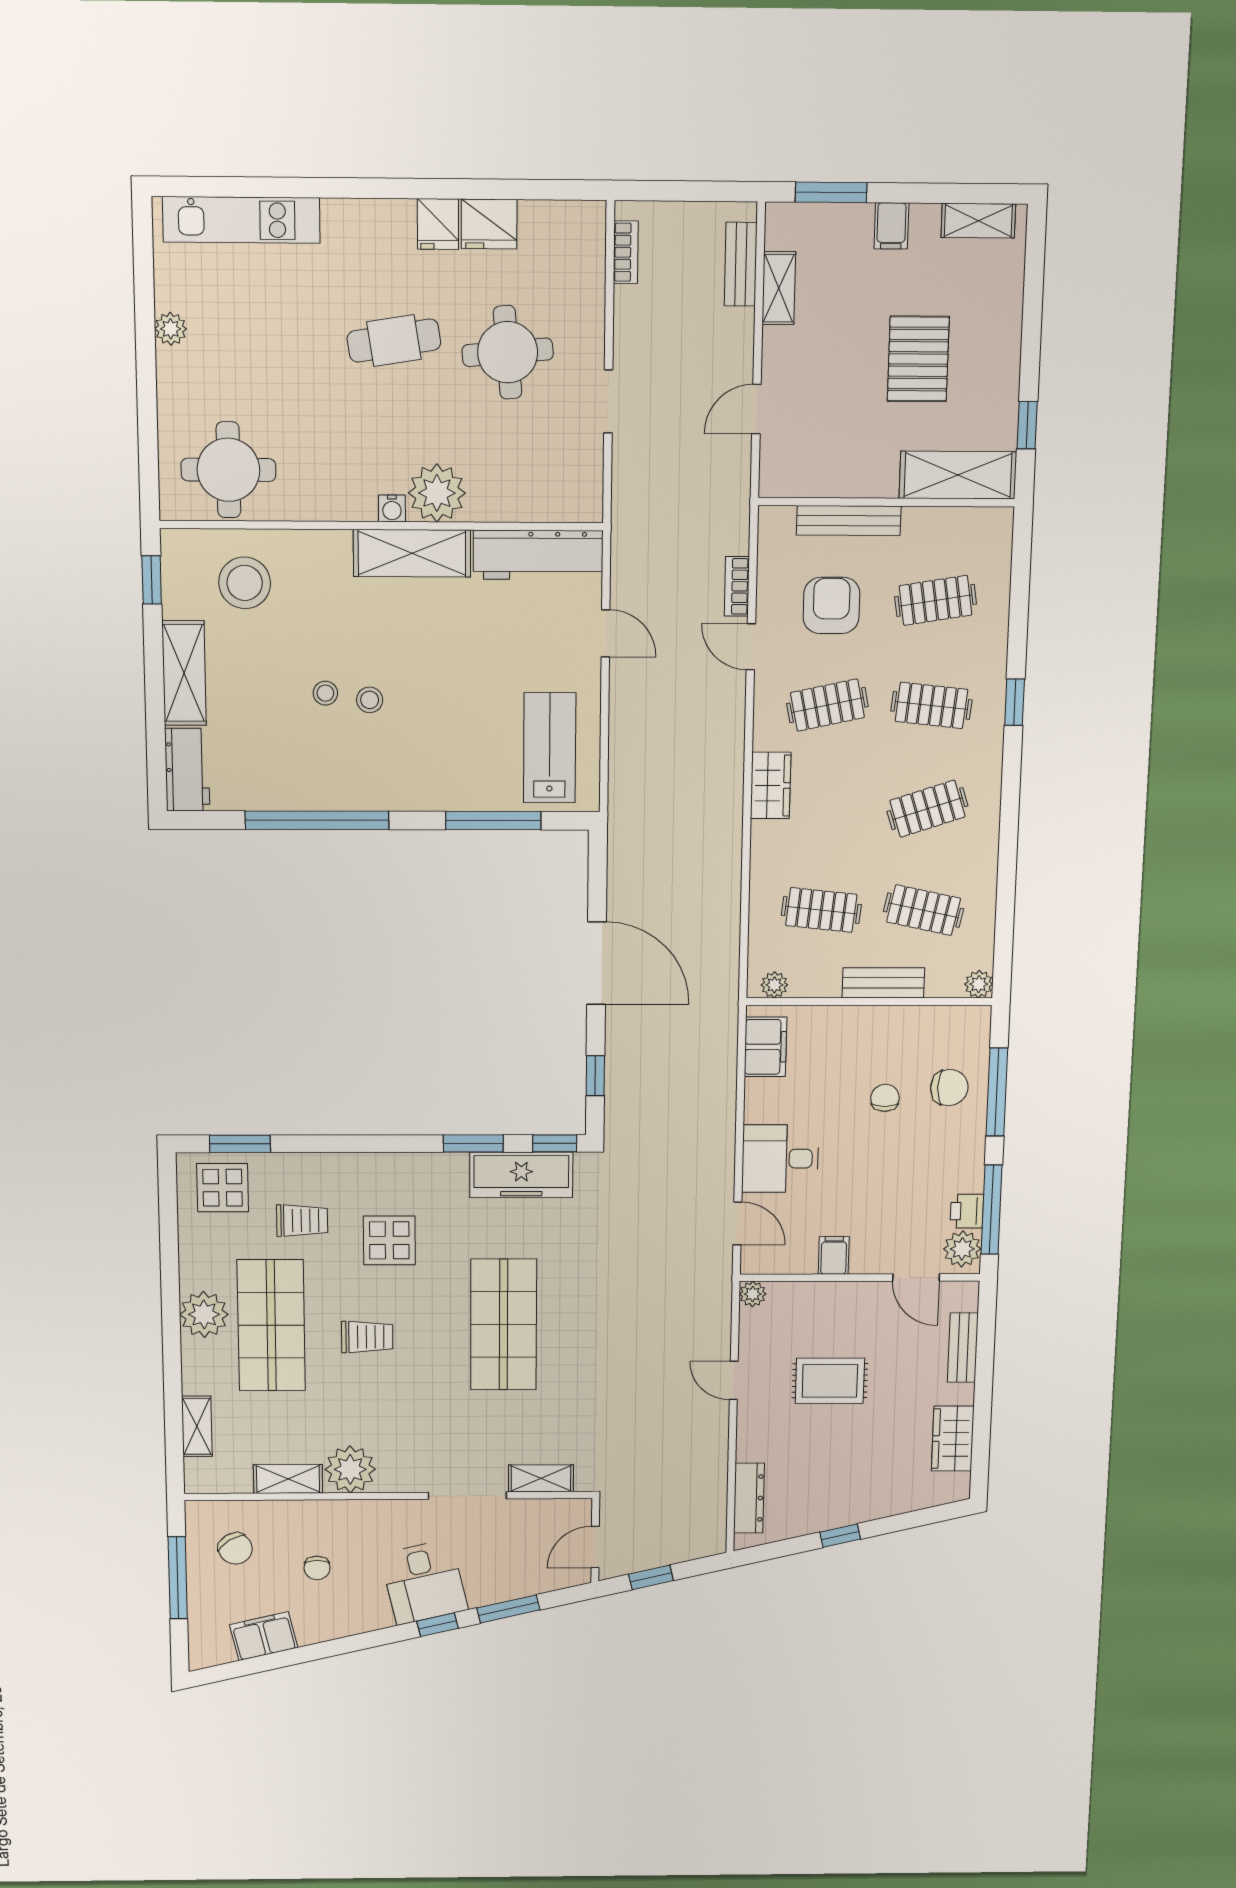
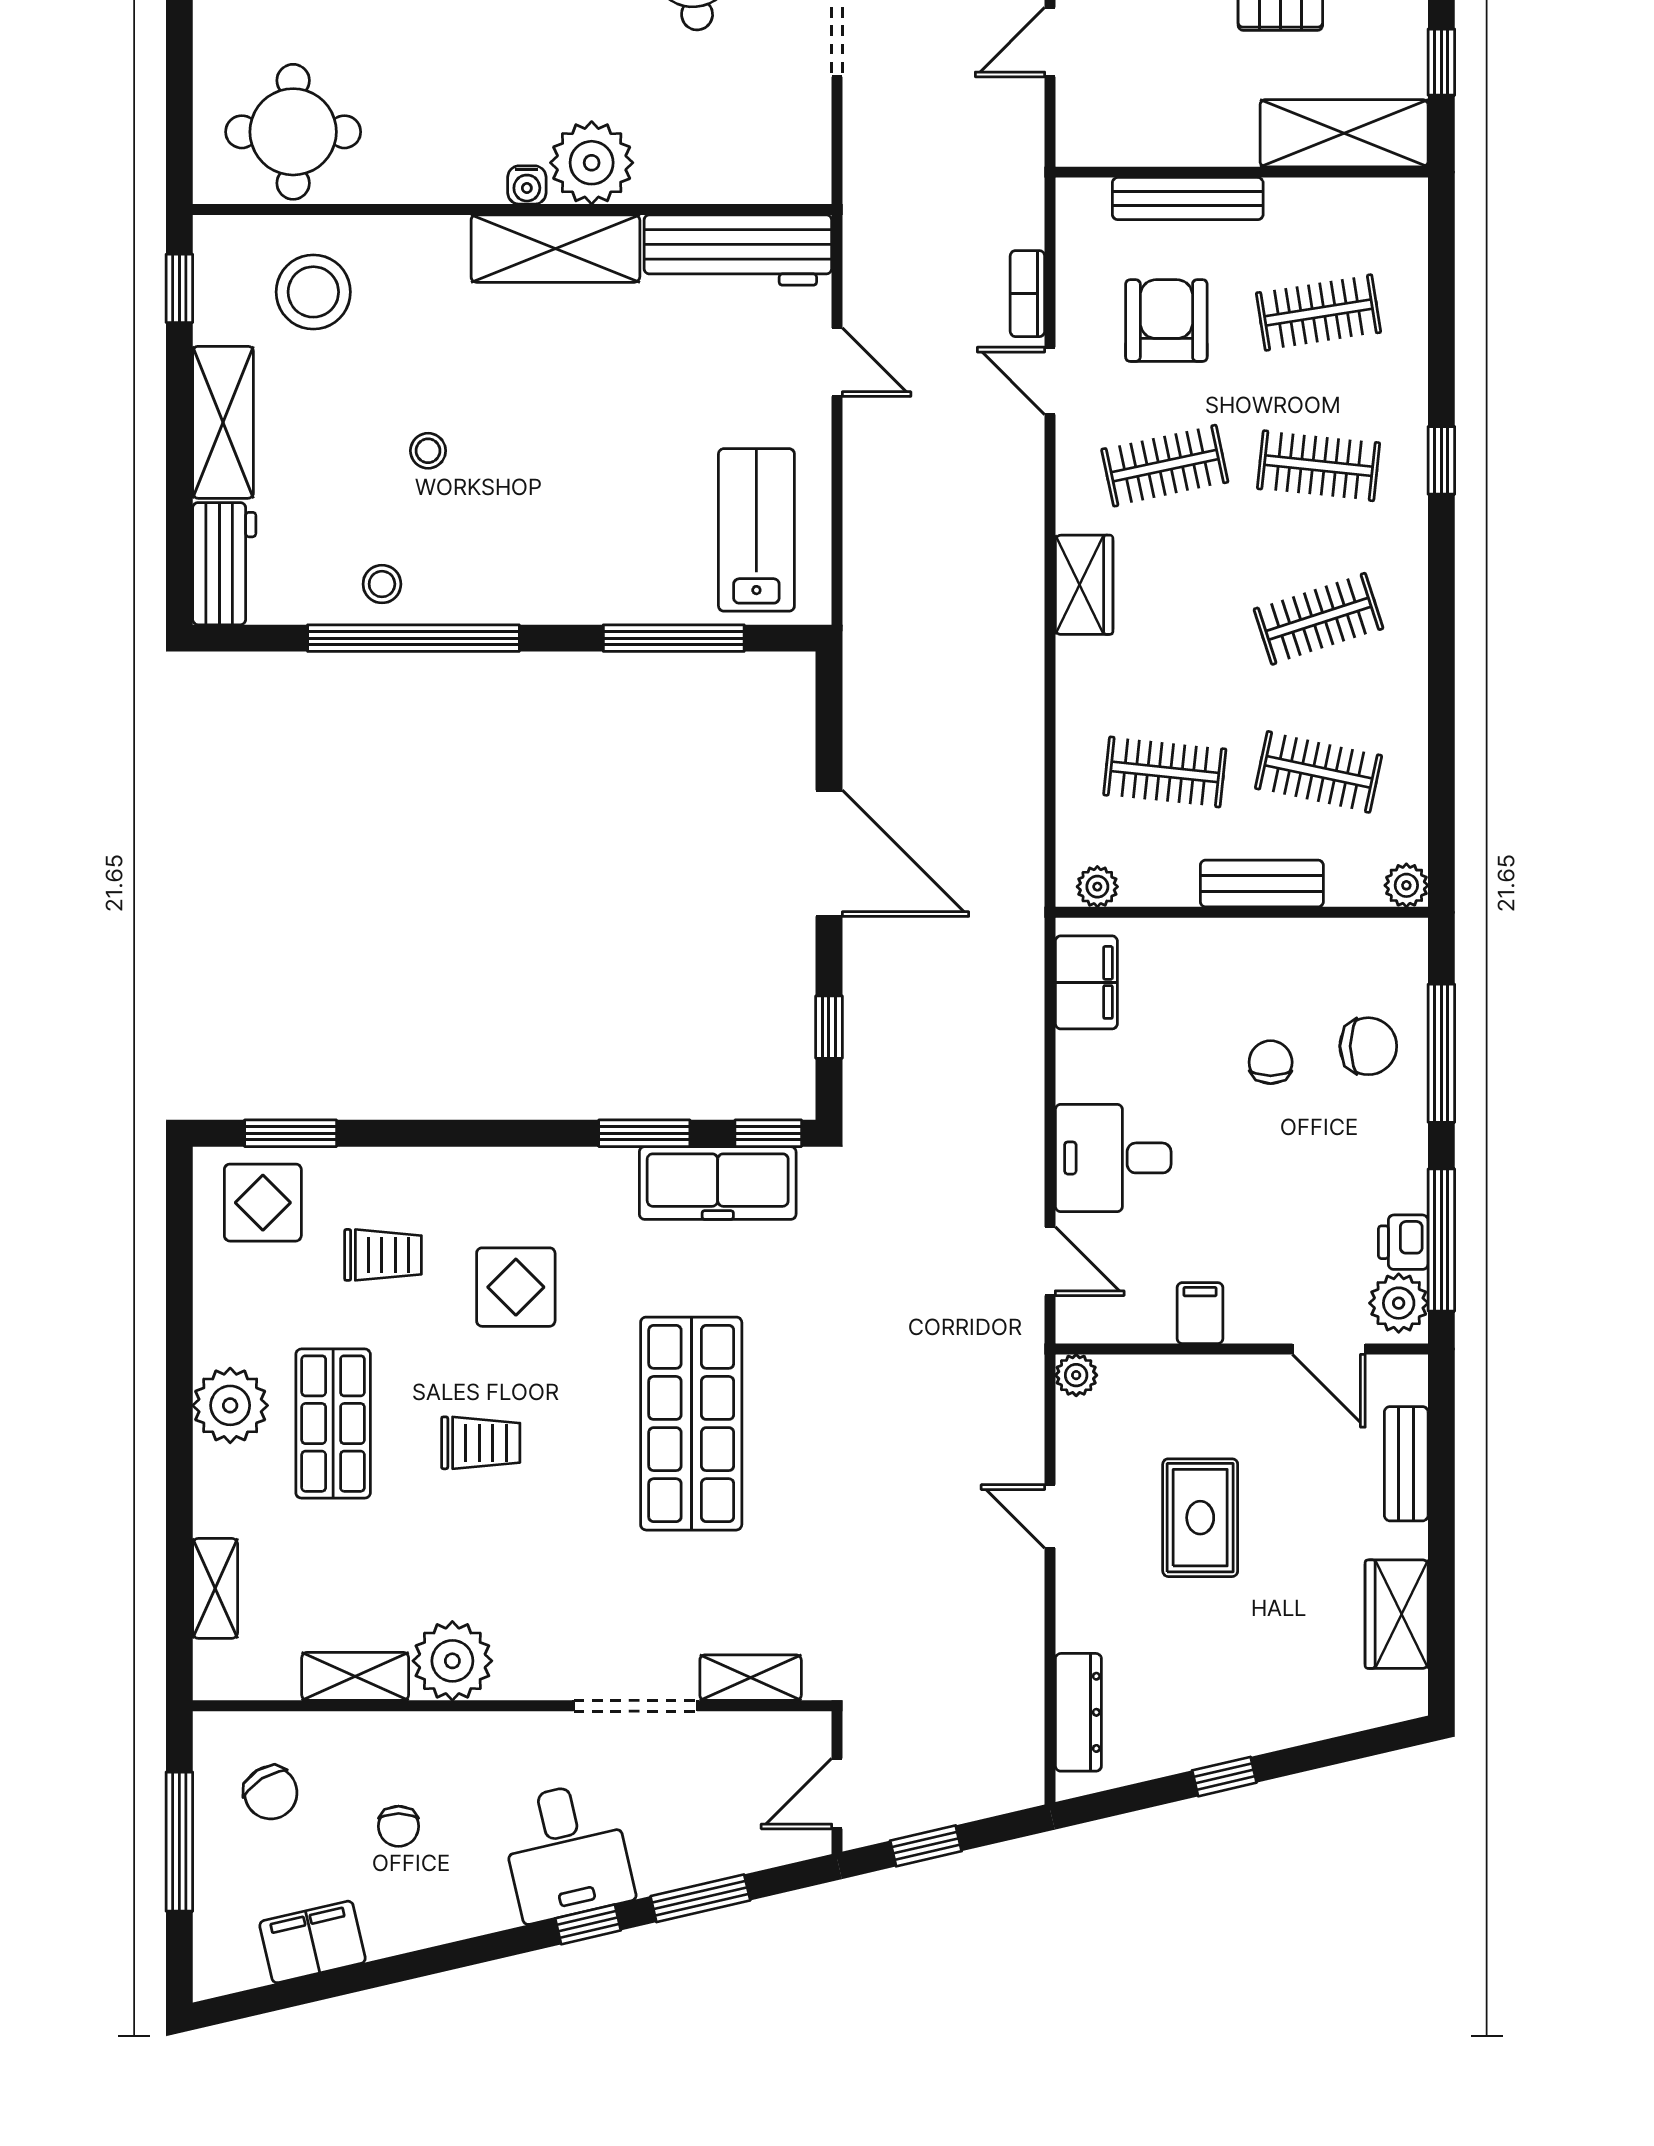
stool: (370, 700) -> (382, 584), moved
shop shelf: (271, 1325) -> (333, 1424), width x0.70, depth x0.74
rug: (830, 1381) -> (1200, 1518), turned 90

